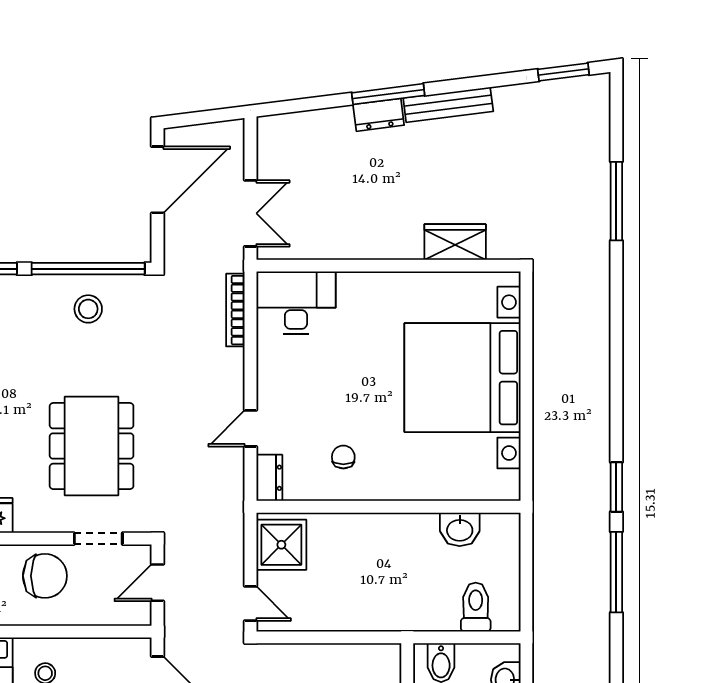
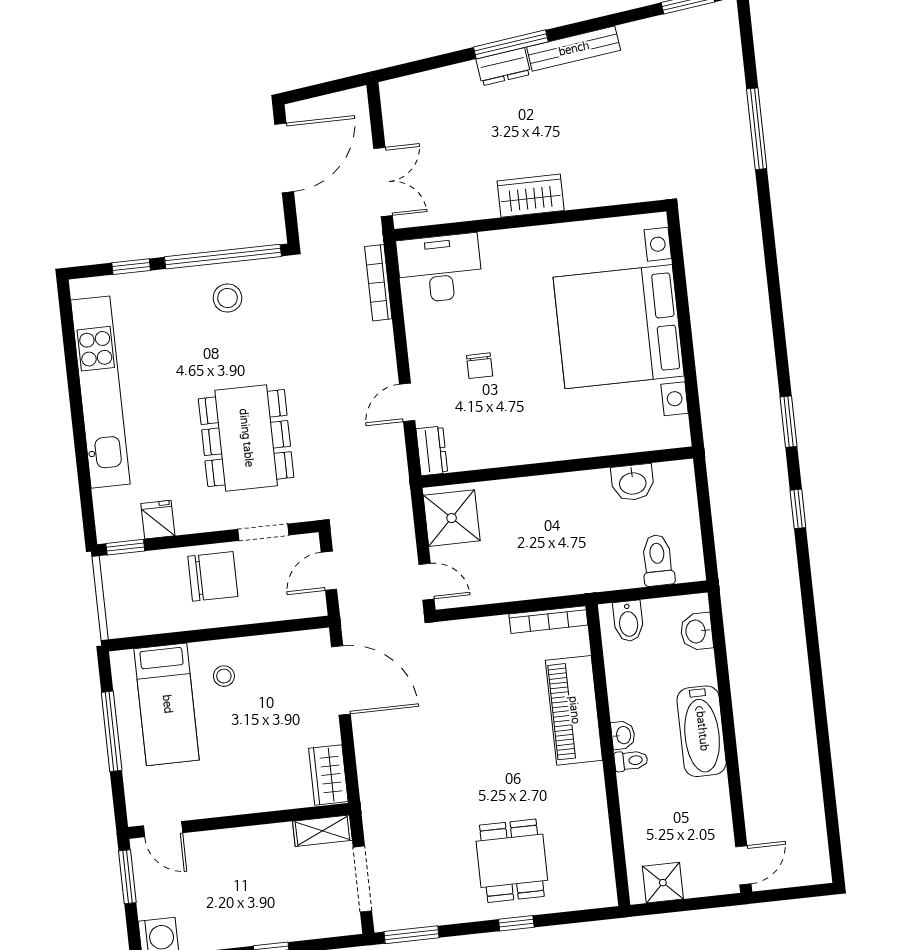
wardrobe: (455, 242) -> (531, 196), moved
chair: (343, 457) -> (480, 366), moved, turned 180
window: (616, 572) -> (798, 509), width x0.46
bookcase: (364, 653) -> (548, 620), added

